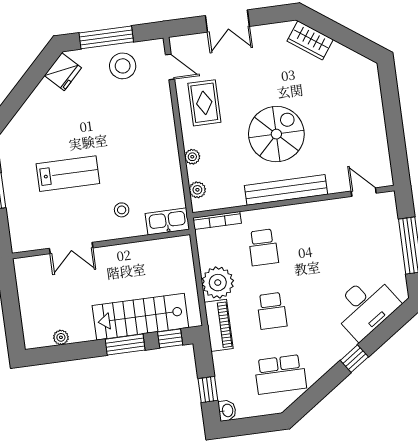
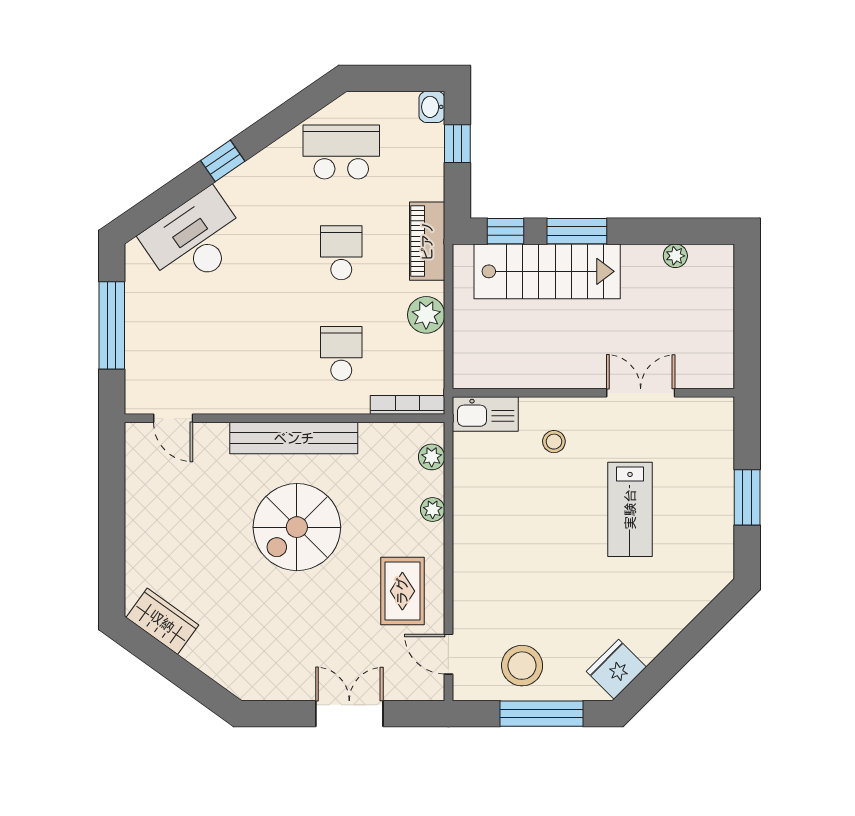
wardrobe: (310, 40) -> (162, 621), moved
lab bench: (68, 174) -> (630, 509), turned -90
plant: (218, 283) -> (426, 315), width x0.73, depth x0.73

